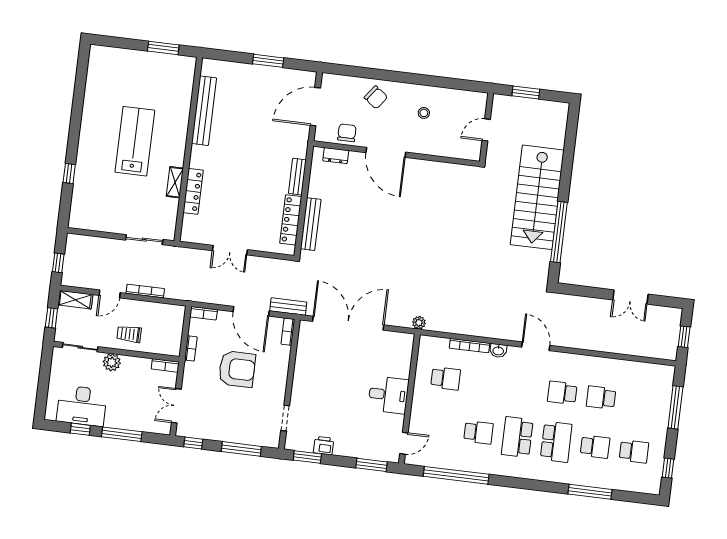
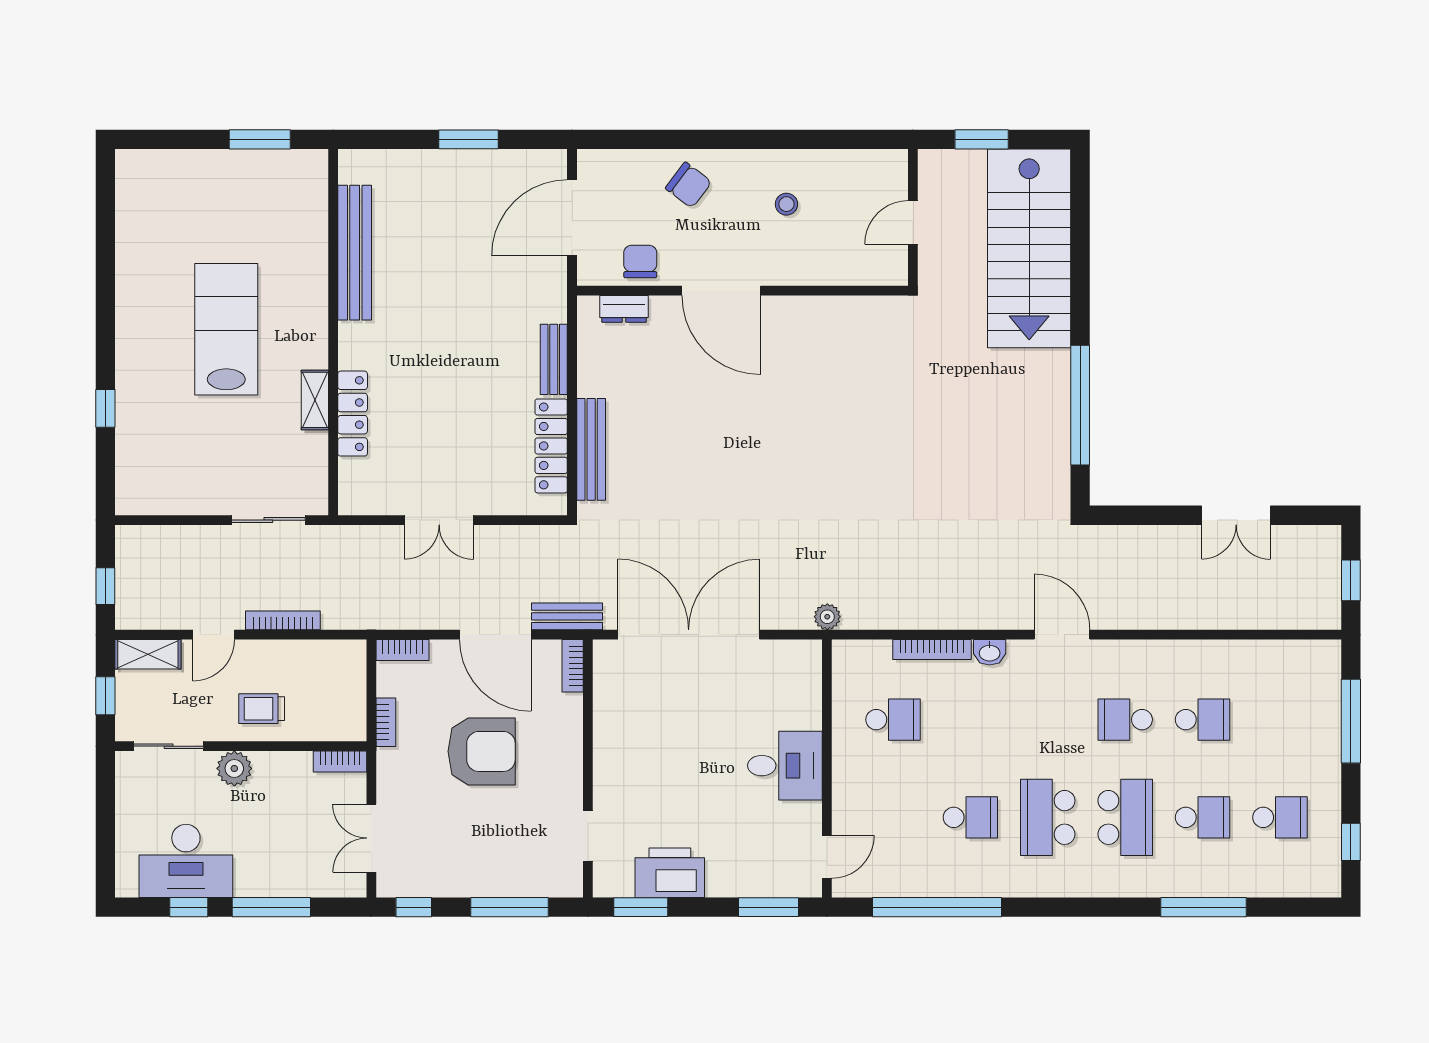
stairs: (537, 197) -> (1029, 248), moved
school desk: (601, 398) -> (1203, 720), turned 180
printer: (324, 446) -> (670, 873), width x1.87, depth x1.48

